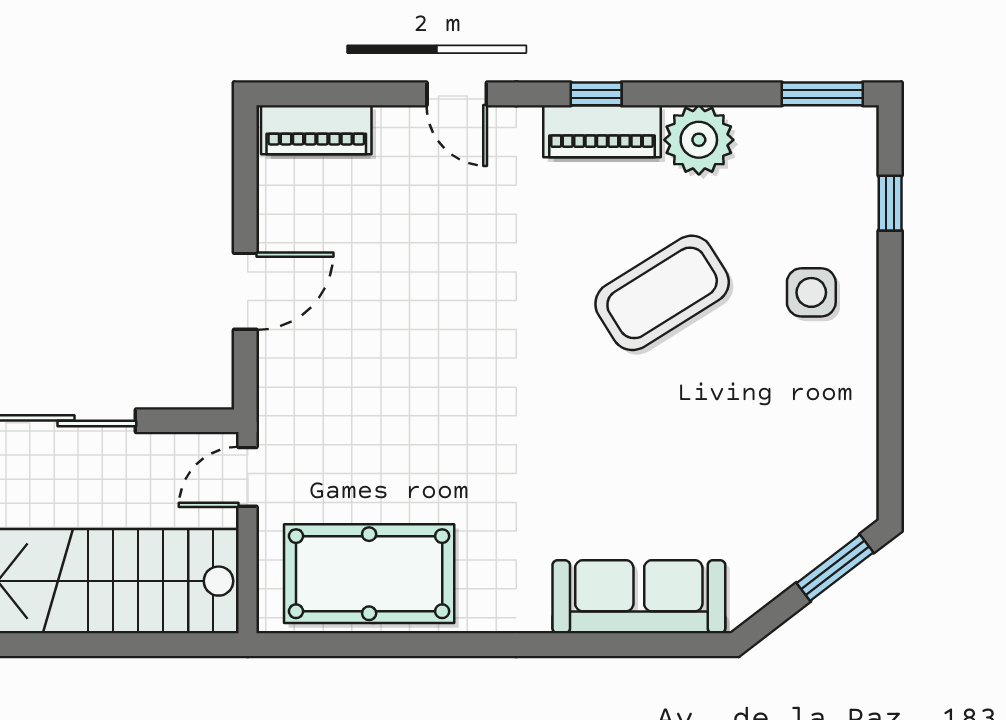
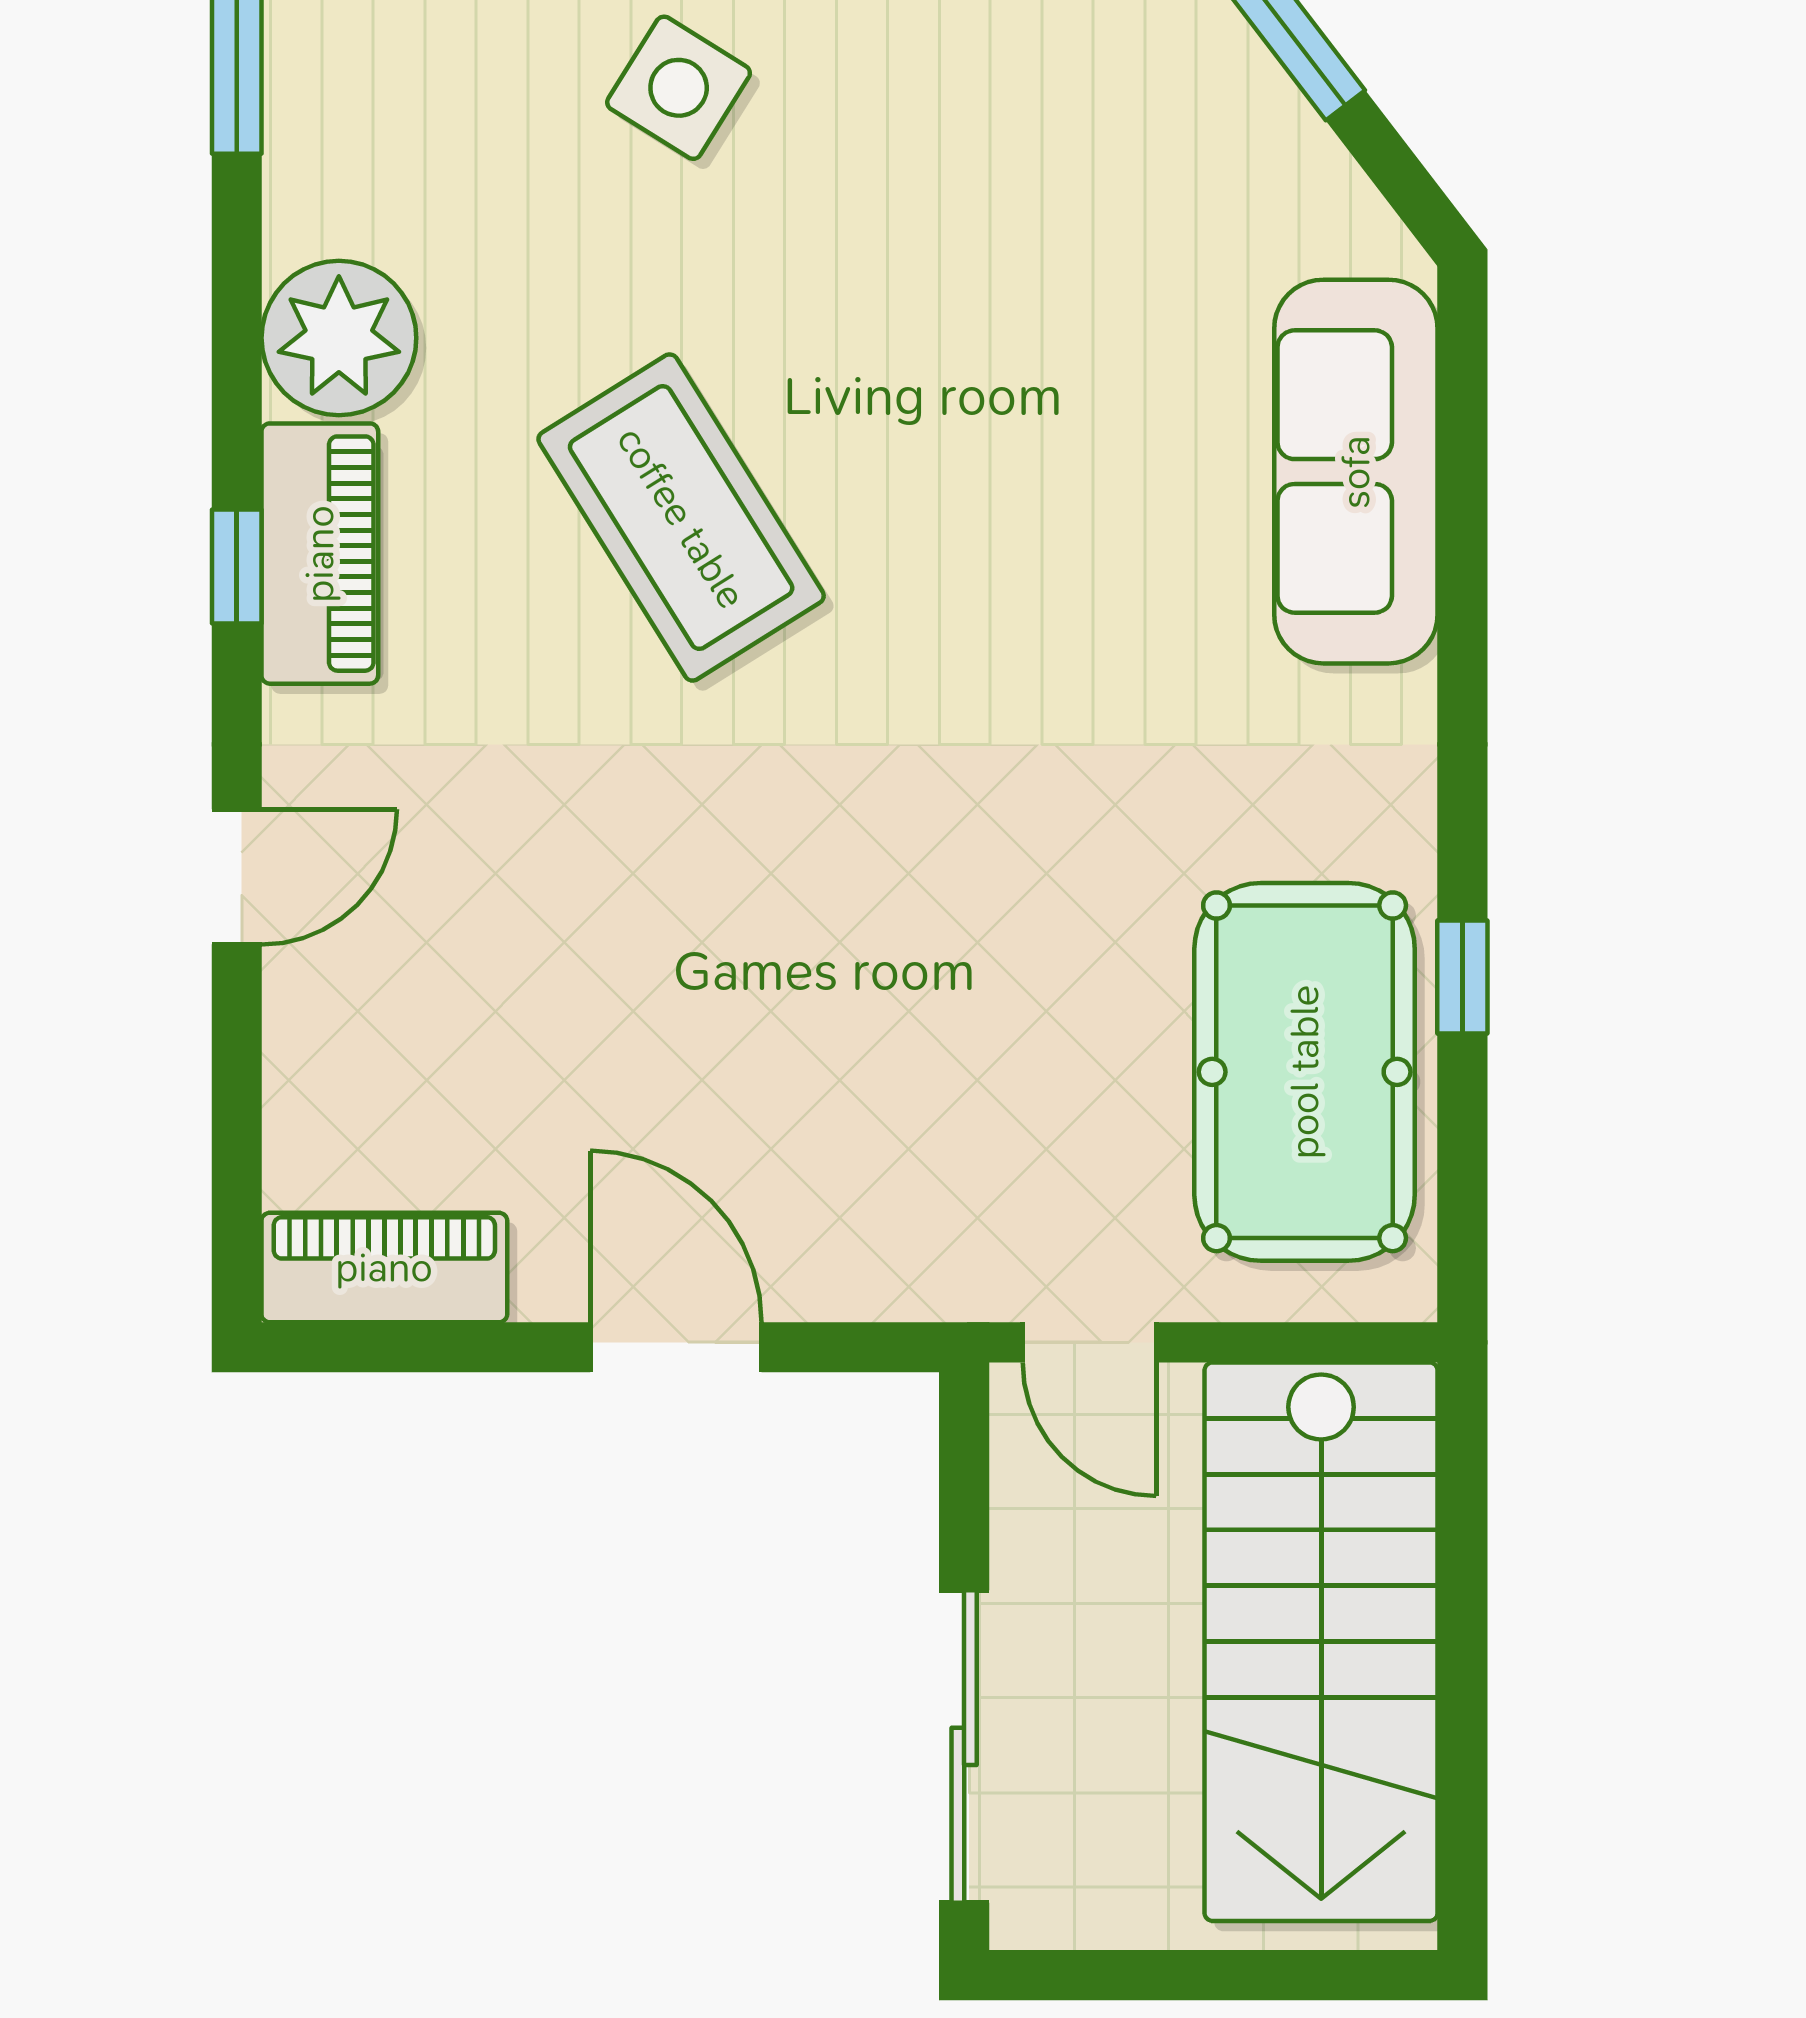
piano: (316, 130) -> (384, 1268), moved, turned -90
side table: (811, 292) -> (679, 88), turned 32
coffee table: (662, 293) -> (681, 518), moved
window: (412, 645) -> (1462, 977), added

